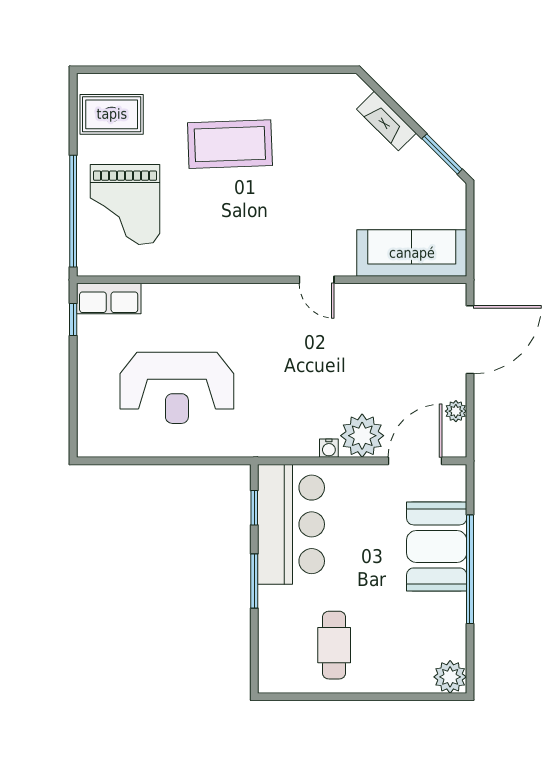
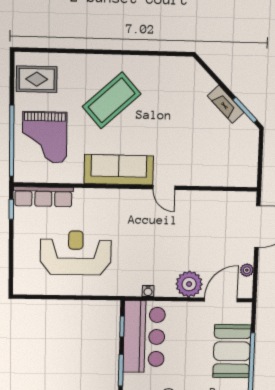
fireplace: (386, 121) -> (226, 104), moved
coffee table: (230, 144) -> (112, 100), turned -40
sofa: (412, 253) -> (119, 170), moved
row of seats: (109, 299) -> (43, 197), width x1.48
reception desk: (177, 388) -> (76, 253), turned 180
water cooler: (329, 448) -> (148, 291), moved

